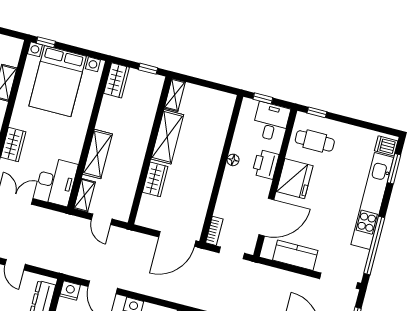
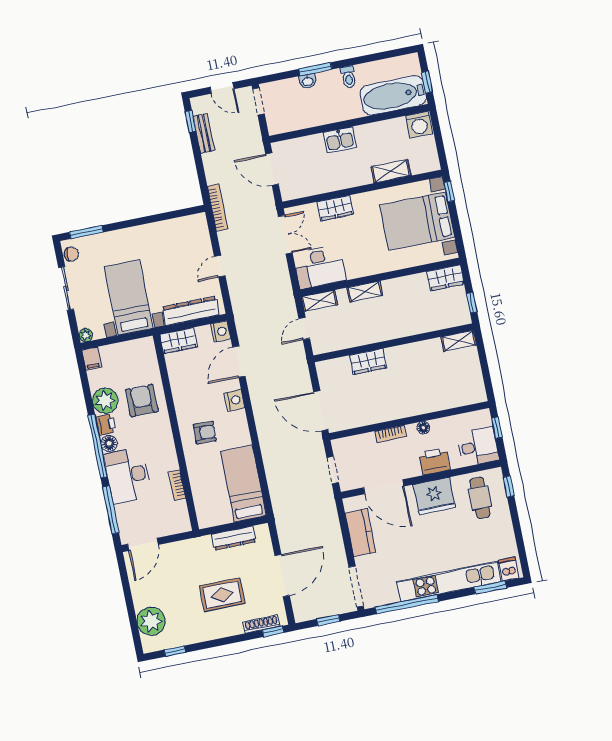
shelving: (167, 137) -> (415, 353), removed
shelving: (97, 154) -> (365, 292), width x0.67, depth x0.75
bookcase: (214, 231) -> (391, 434), moved

